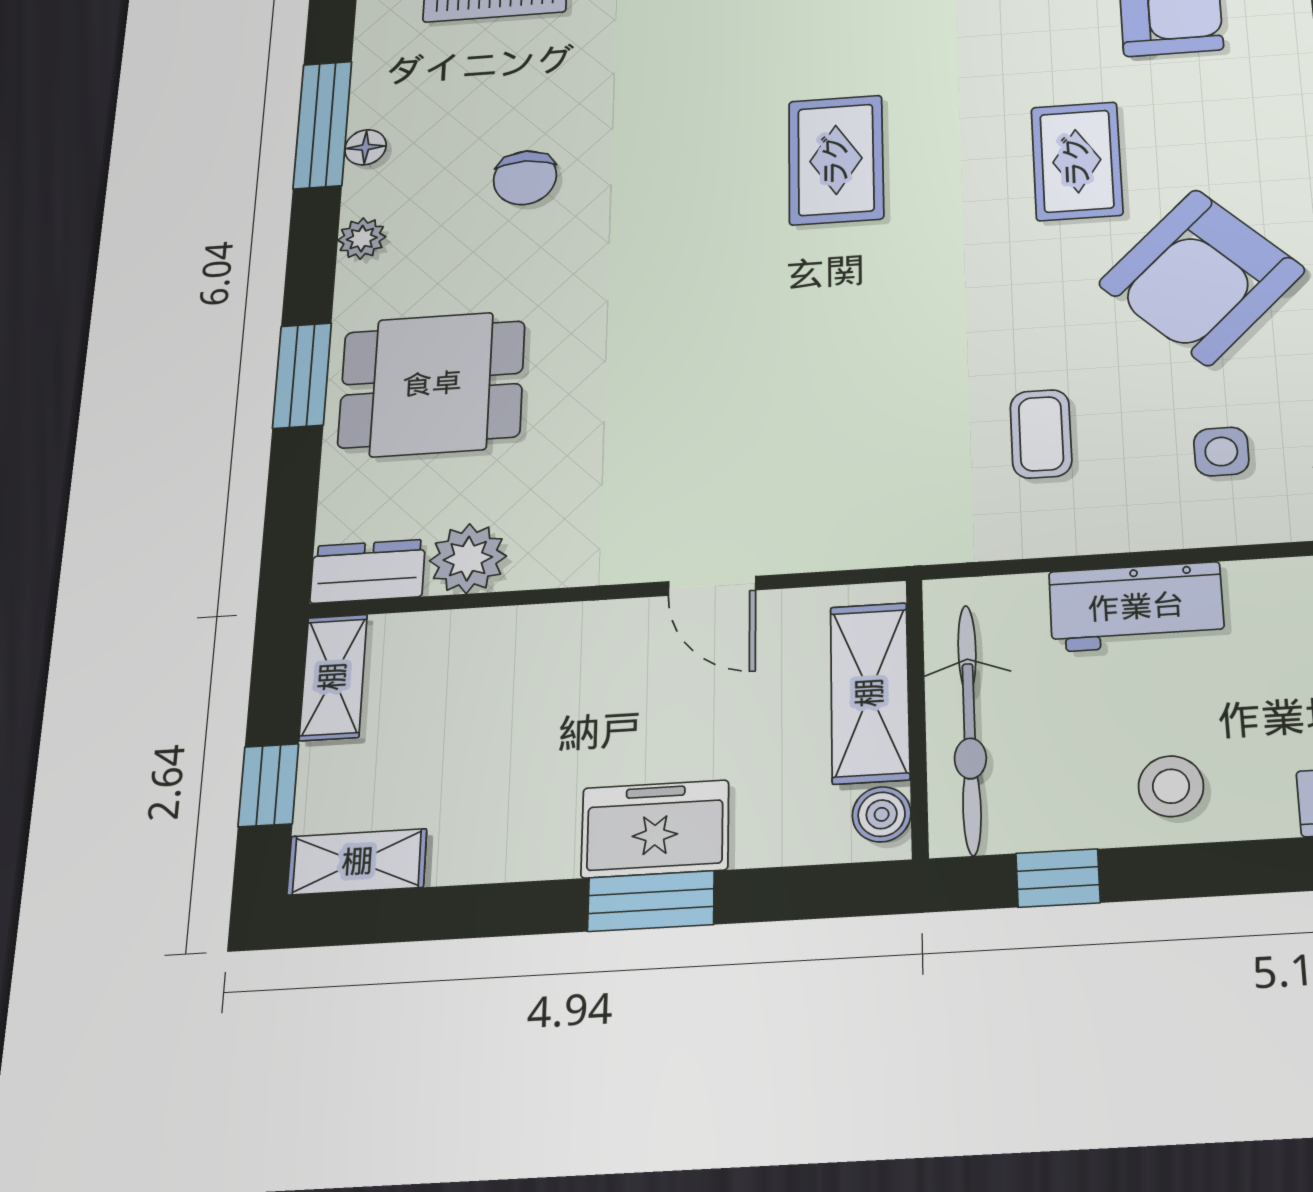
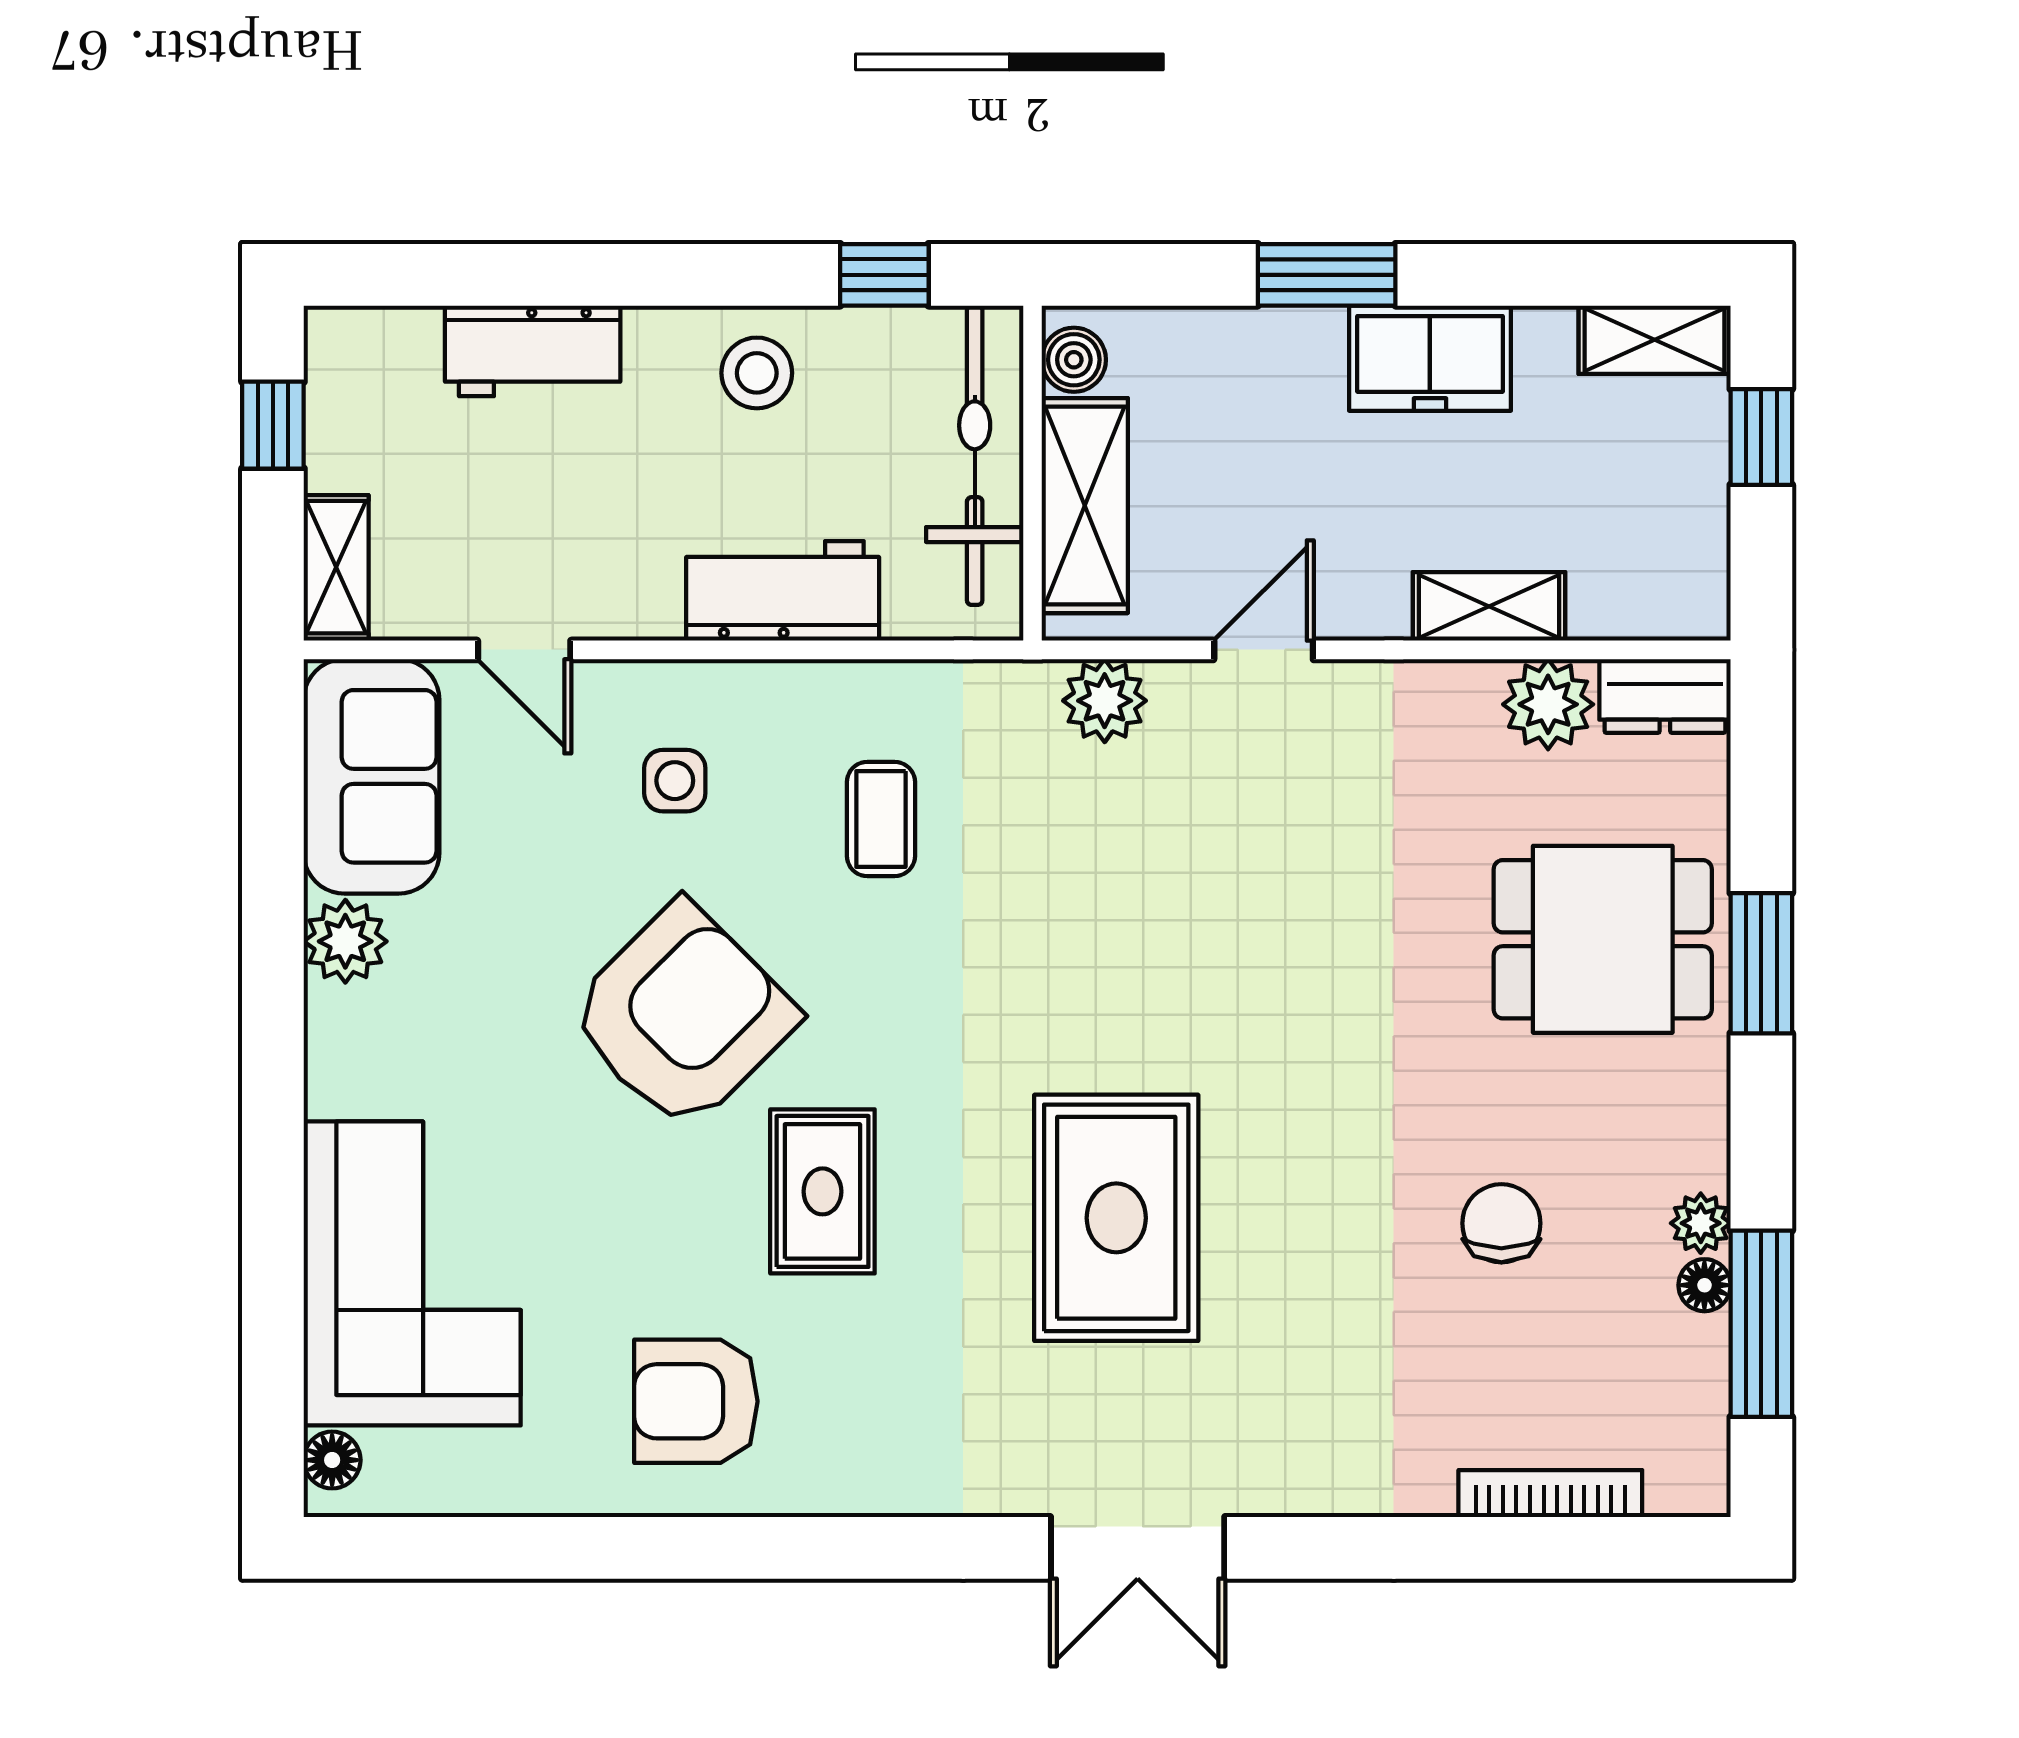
rug: (836, 160) -> (1116, 1218), width x1.36, depth x1.43
plant: (362, 239) -> (1701, 1223), moved
plant: (850, 537) -> (1105, 701), added
door: (712, 586) -> (1264, 650), hinge flipped
shelving: (333, 677) -> (1489, 606), moved, turned 90
freezer: (655, 829) -> (1430, 358), moved

